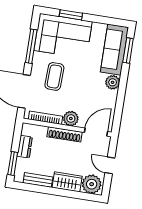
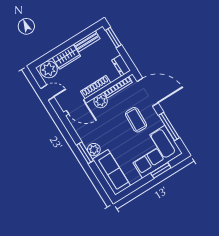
window: (128, 51) -> (85, 153), moved
door: (96, 132) -> (76, 107), hinge flipped
dresser: (25, 147) -> (121, 65), moved

